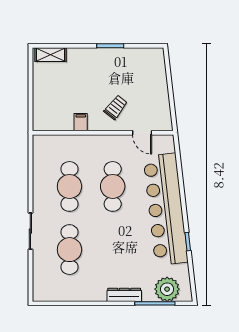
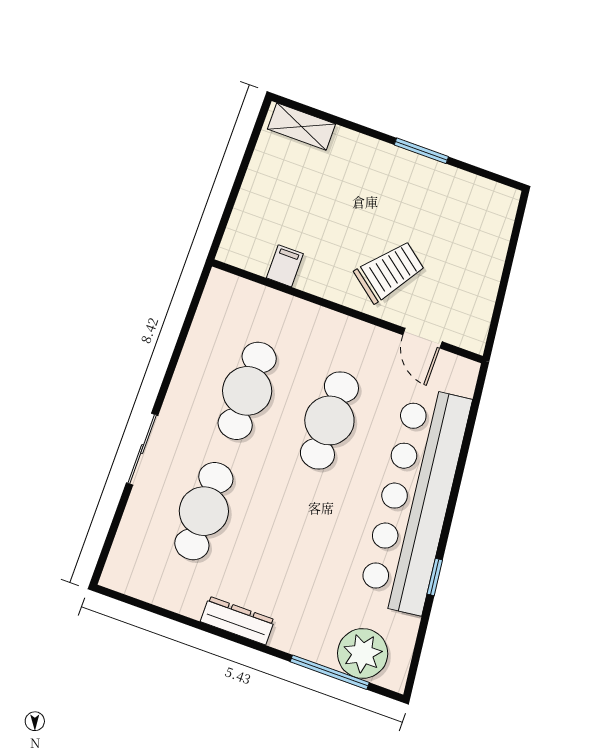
trolley: (116, 107) -> (389, 272), width x1.36, depth x1.39
filing cabinet: (81, 122) -> (285, 266), moved
dresser: (124, 295) -> (237, 621), moved

